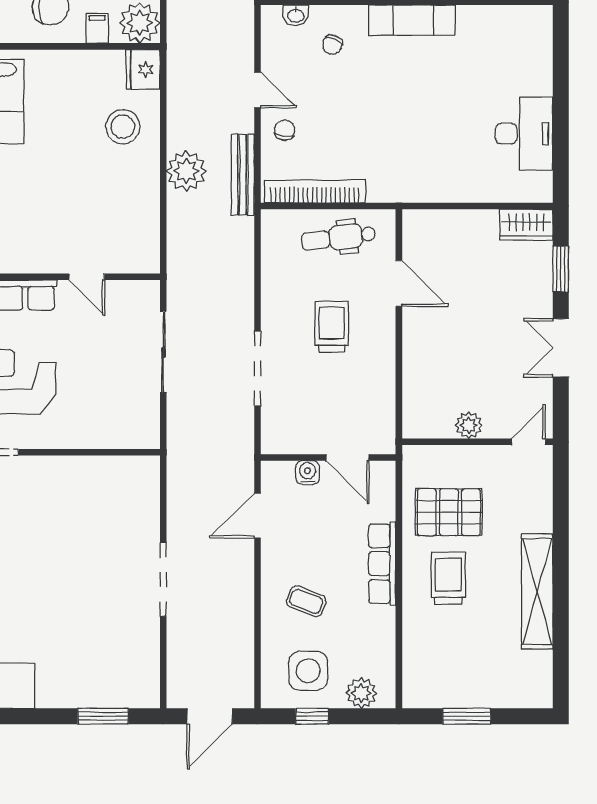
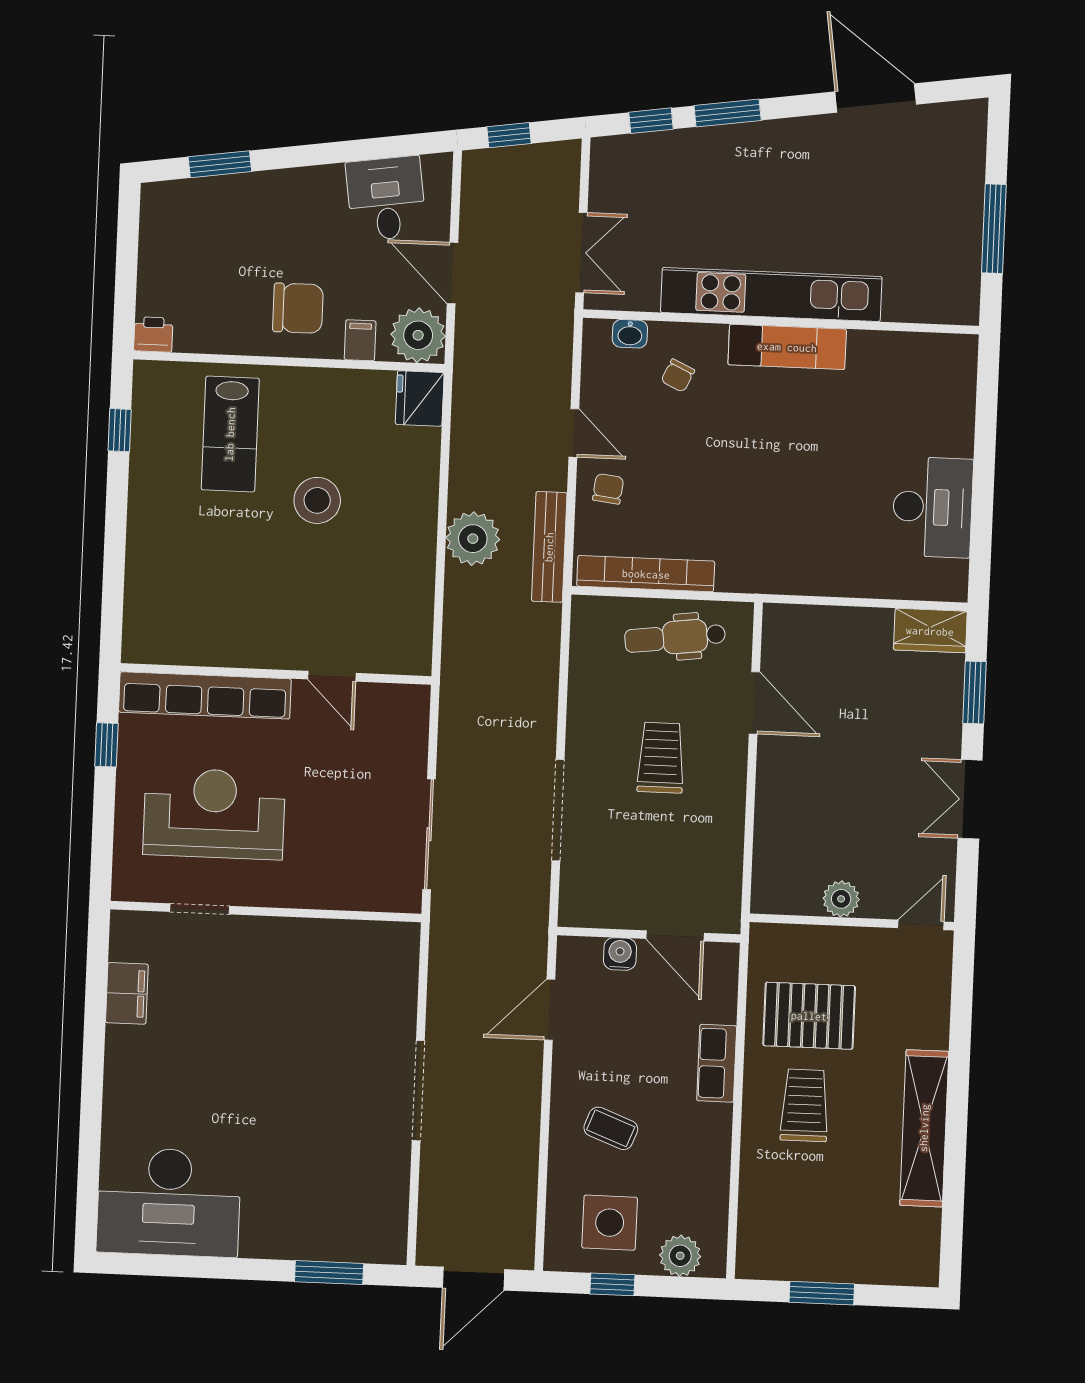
stool: (123, 127) -> (317, 500), moved
sliding door: (163, 352) -> (429, 834), moved
row of seats: (382, 564) -> (717, 1063), width x0.68

